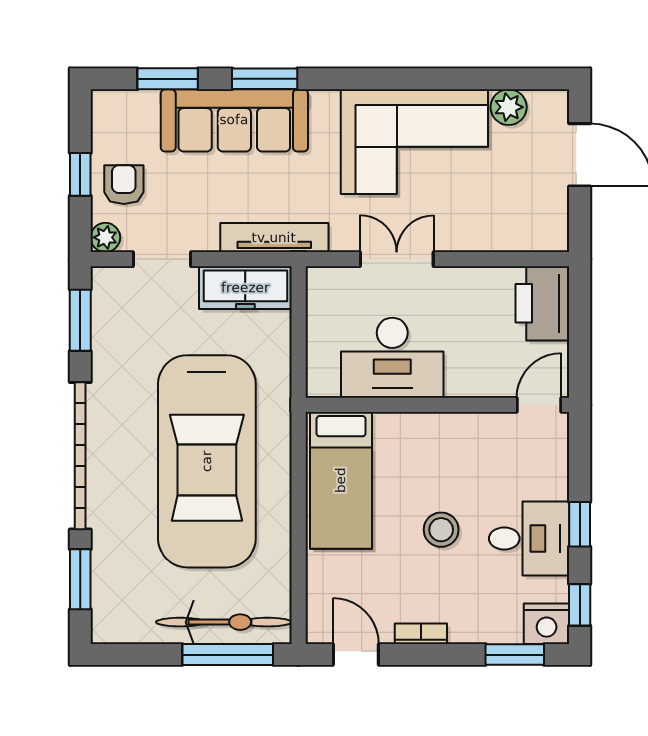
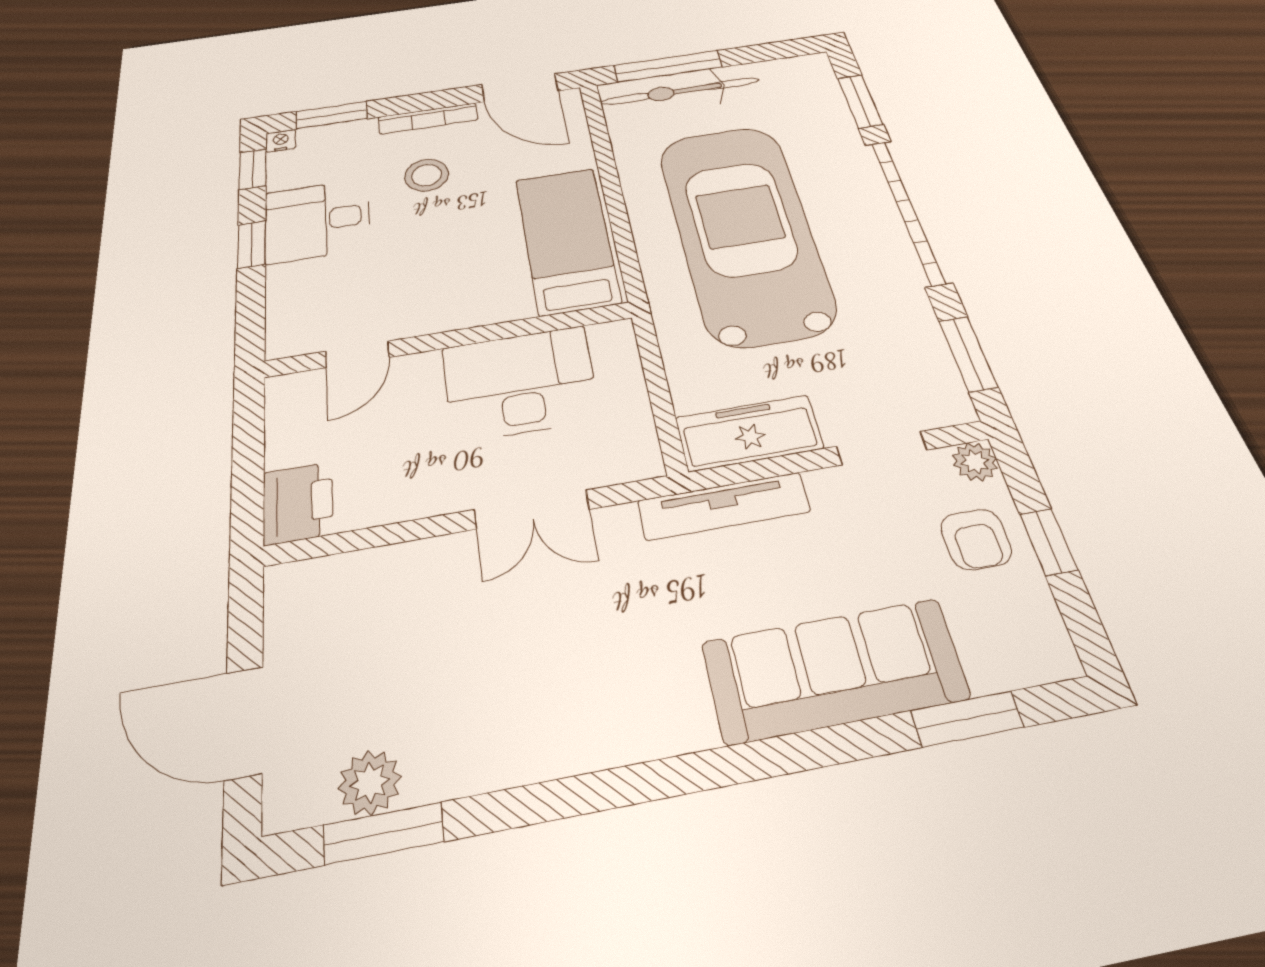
window: (265, 79) -> (383, 833), moved
corner sofa: (414, 142) -> (528, 692), removed
printer: (542, 303) -> (298, 503), width x0.73, depth x0.84
door: (539, 405) -> (357, 354), moved
stool: (441, 530) -> (427, 175), moved
nightstand: (547, 624) -> (281, 141), width x0.53, depth x0.56
bookcase: (421, 634) -> (428, 118), width x1.56
door: (356, 655) -> (520, 88), width x1.38

